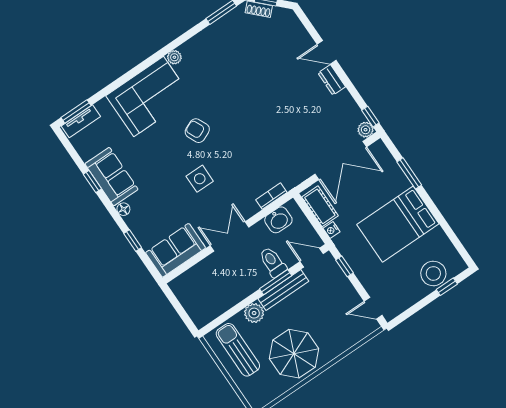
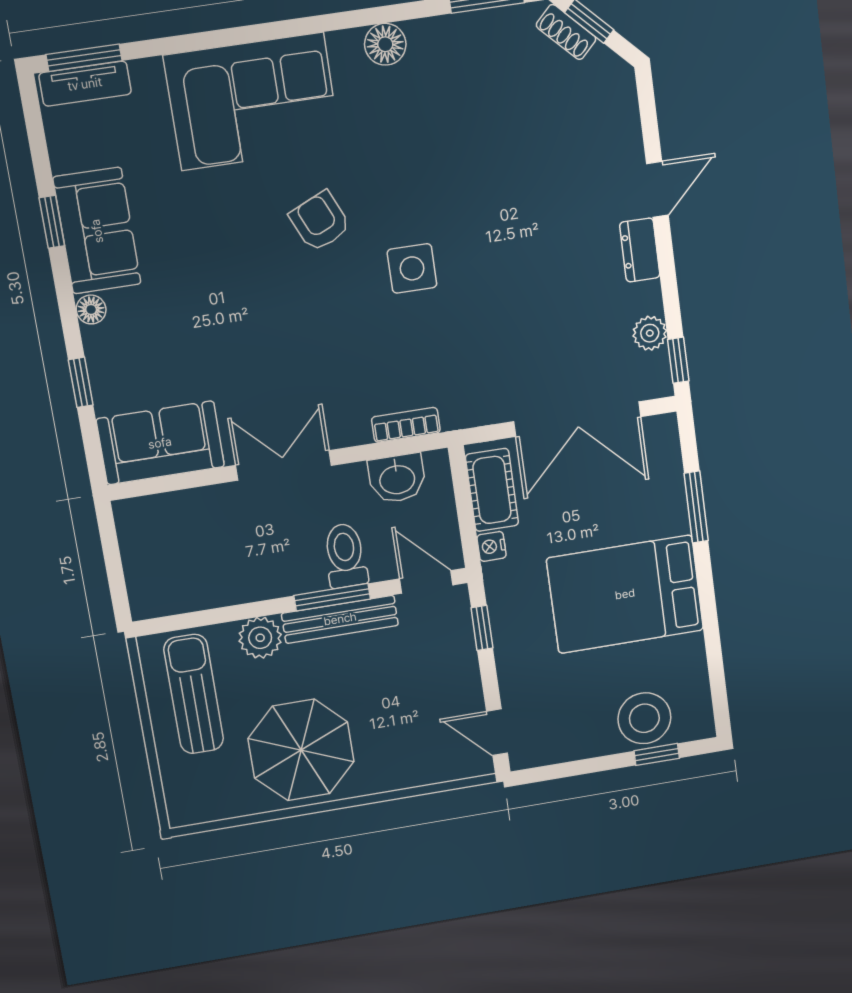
floor lamp: (190, 49) -> (385, 44), added
door: (327, 52) -> (657, 189), swing flipped
plant: (174, 57) -> (345, 45), removed
plant: (366, 130) -> (650, 333), moved
side table: (200, 179) -> (412, 268), moved

